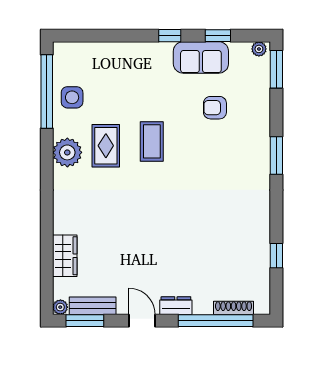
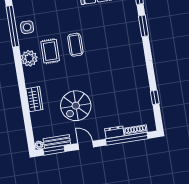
armchair: (215, 108) -> (108, 20), removed
window: (276, 155) -> (143, 26), moved
spiral stairs: (136, 248) -> (76, 106), added
wardrobe: (65, 256) -> (34, 99), moved
dresser: (176, 306) -> (114, 132), moved

